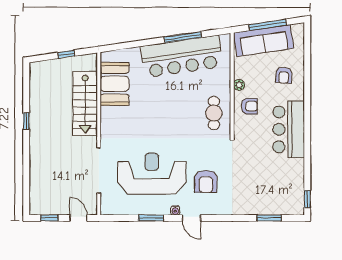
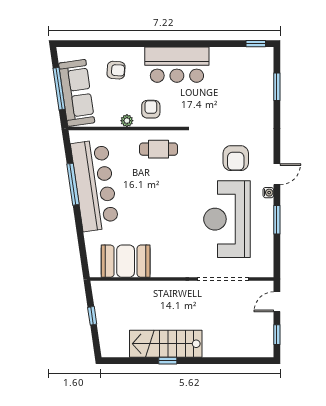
stairs: (85, 104) -> (166, 344), moved, turned 180
armchair: (206, 181) -> (236, 158), turned 90

